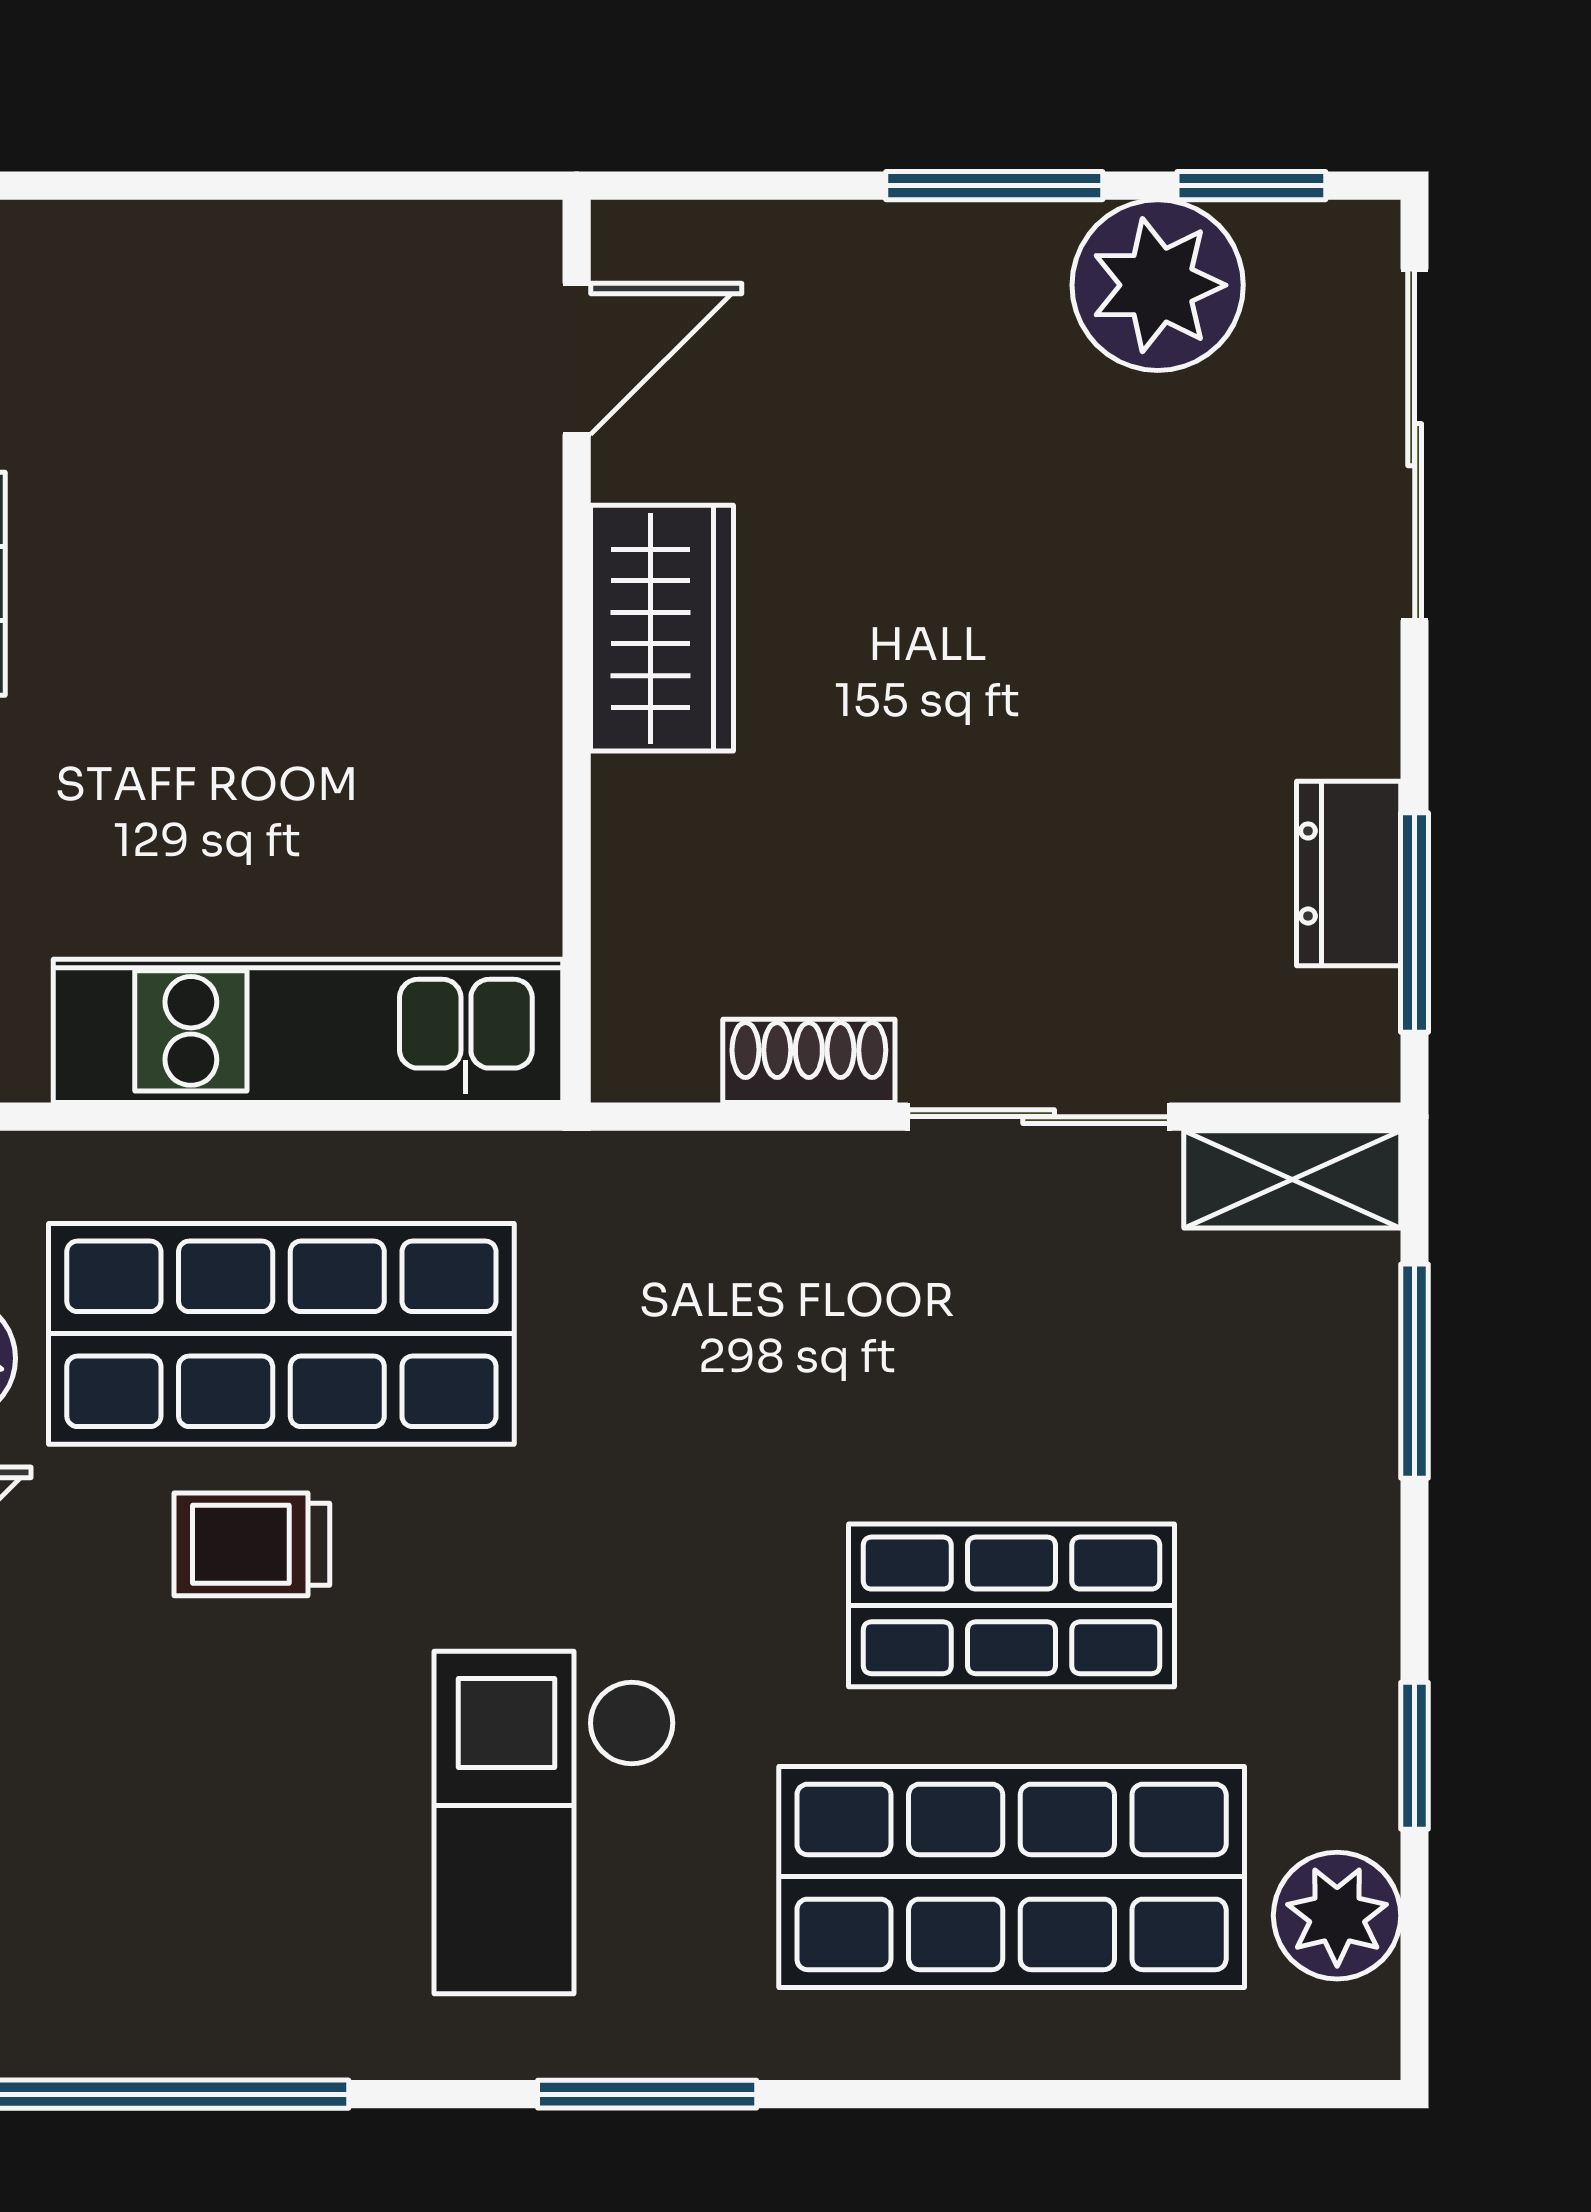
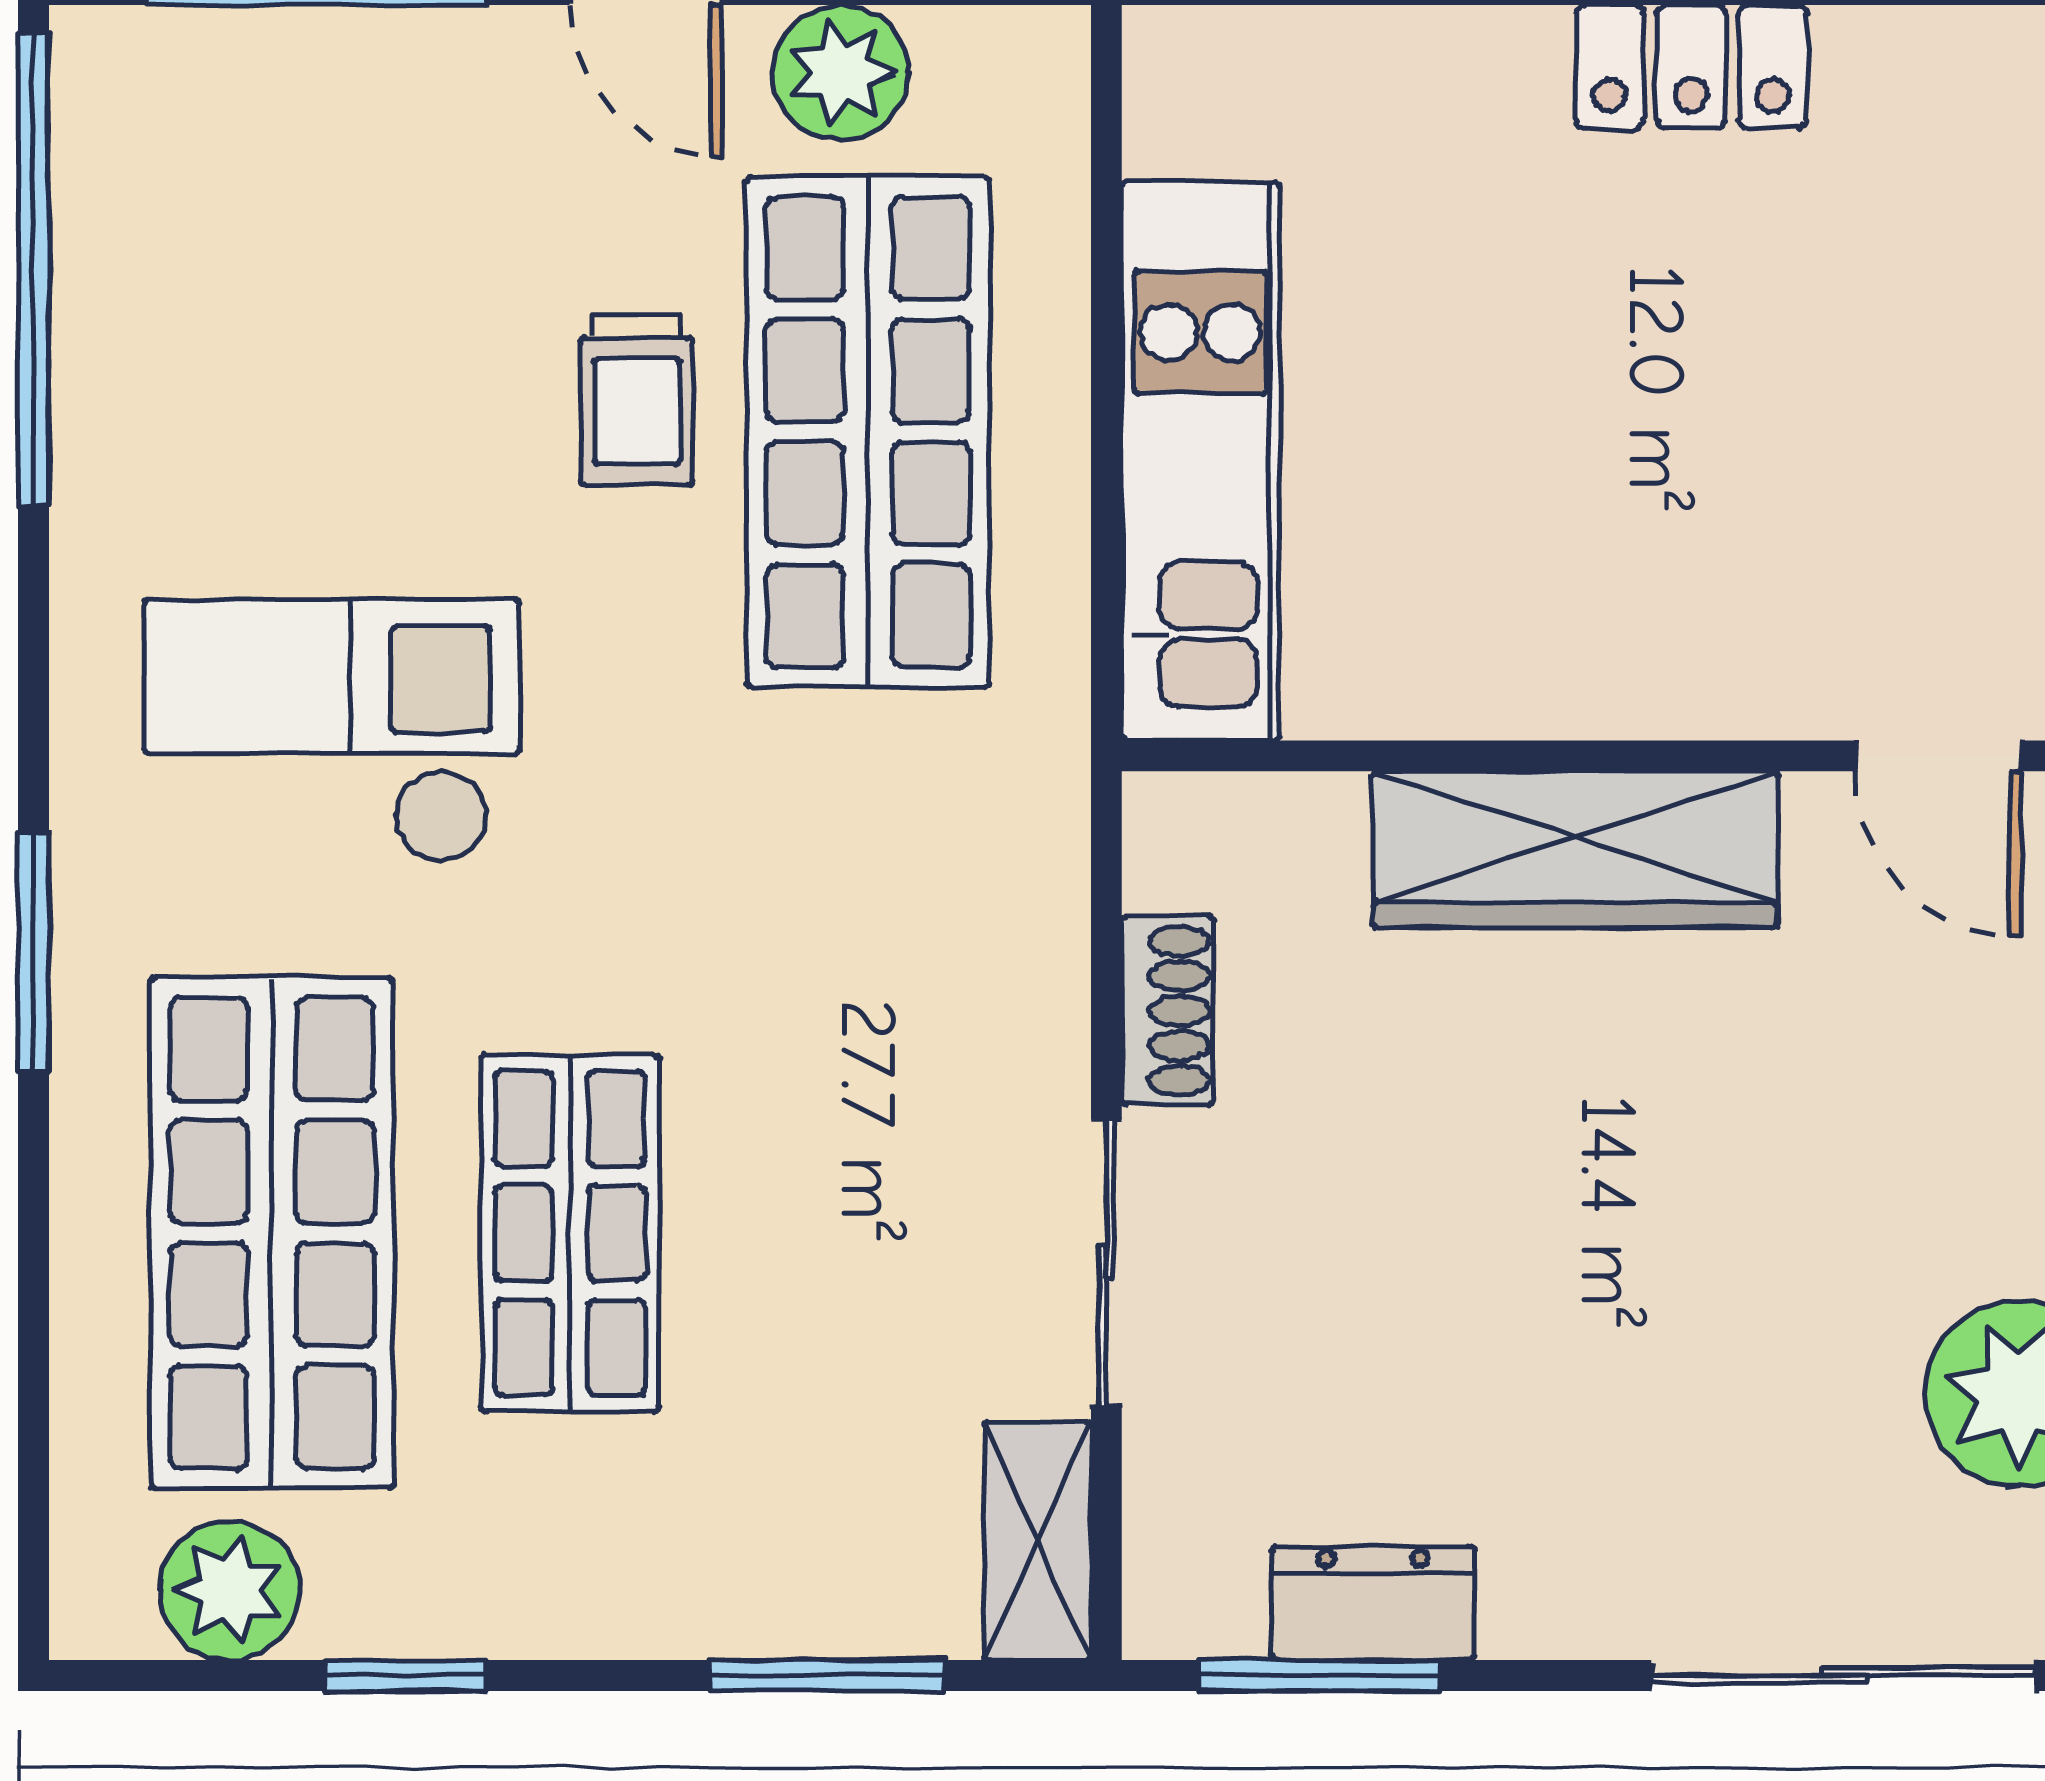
wardrobe: (662, 628) -> (1575, 849), width x1.50
trolley: (252, 1544) -> (637, 399), turned 180
window: (647, 2094) -> (33, 952), moved

